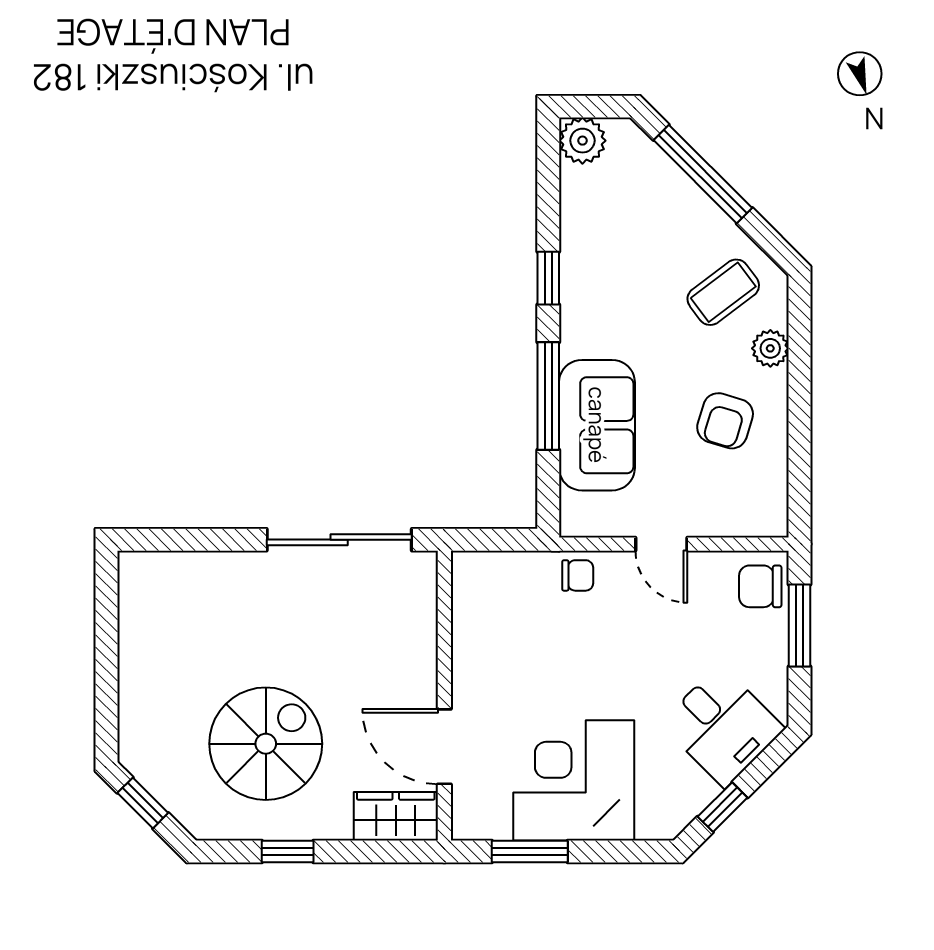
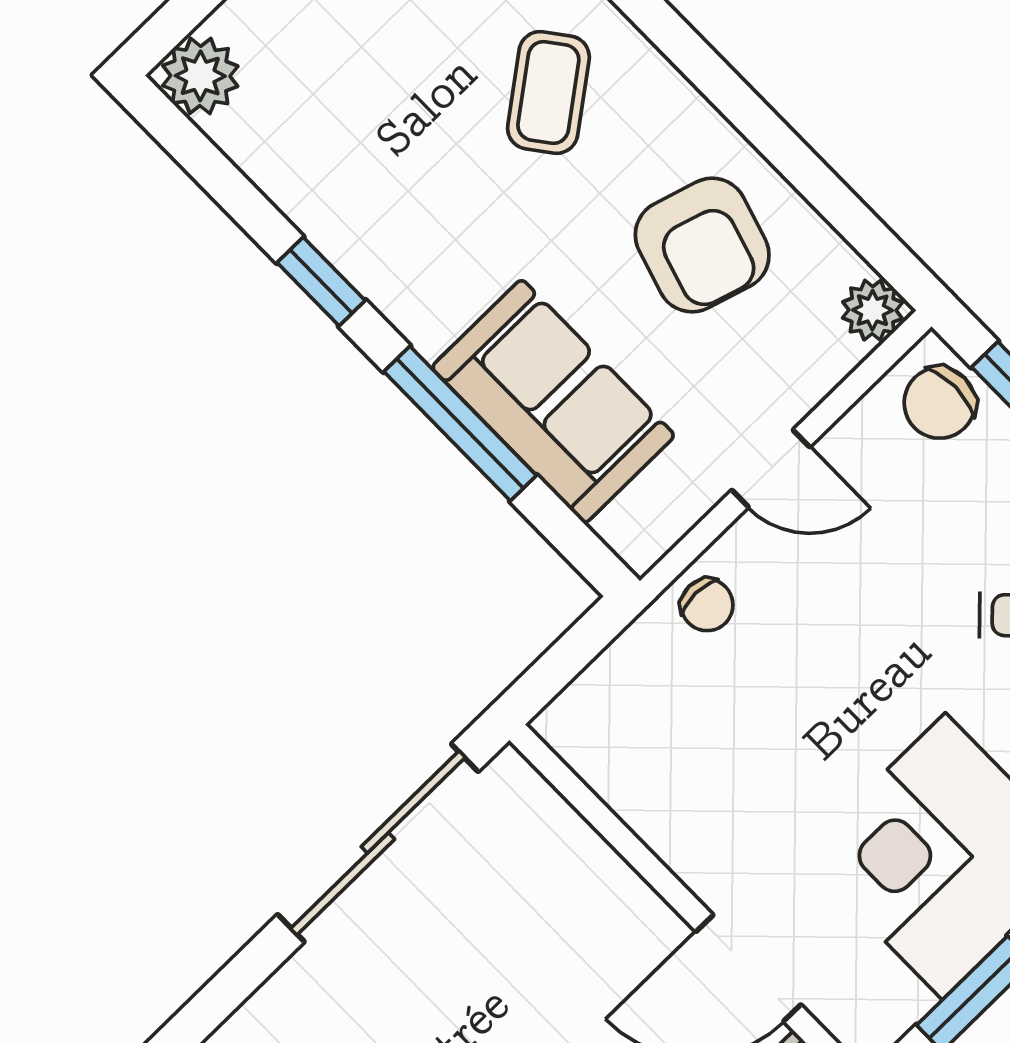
plant: (770, 348) -> (872, 310), moved
armchair: (725, 421) -> (702, 245), width x1.38, depth x1.38
chair: (578, 575) -> (707, 605), turned 90

